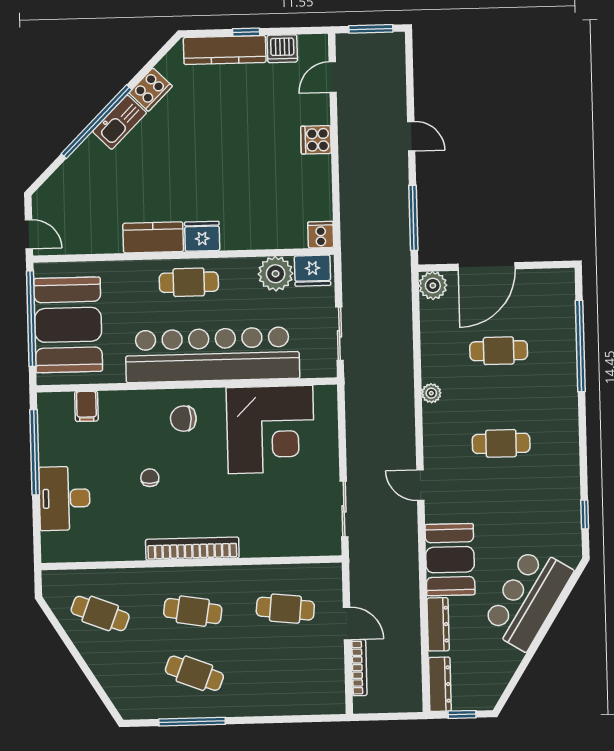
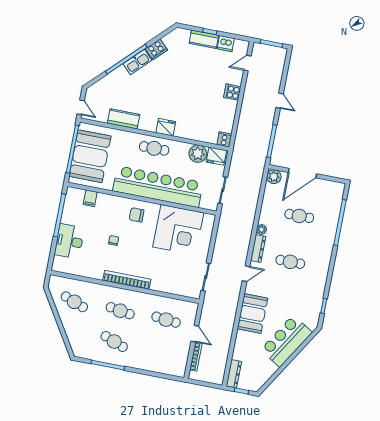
kitchen counter: (225, 50) -> (204, 39), width x0.67
kitchen counter: (153, 237) -> (124, 119), moved
door: (420, 485) -> (246, 274), swing flipped
dresser: (438, 624) -> (258, 248), moved

